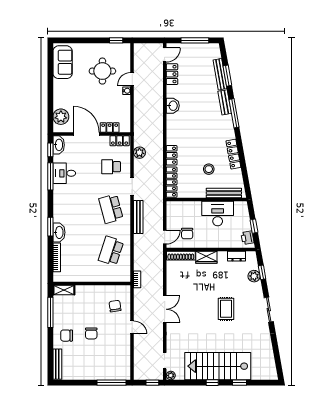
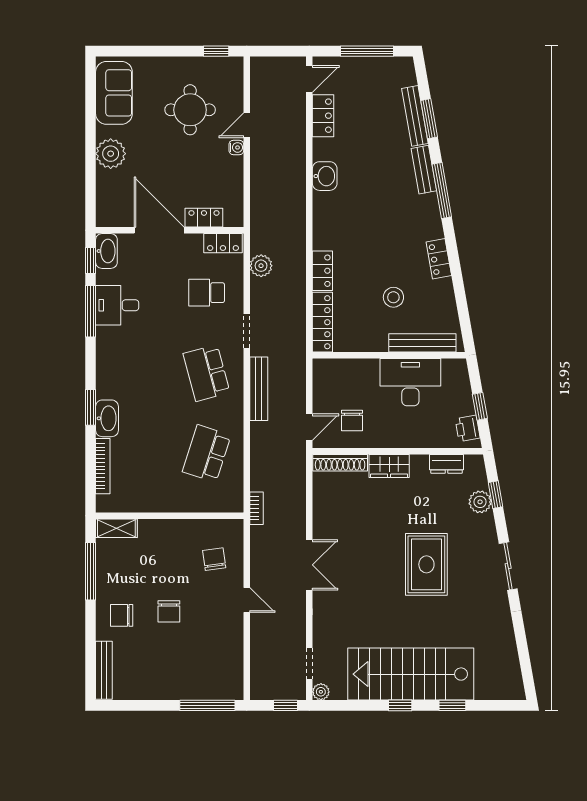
plant: (61, 117) -> (111, 154), moved
locker: (233, 154) -> (439, 259), width x0.66
rug: (226, 309) -> (426, 564), width x1.36, depth x1.43

